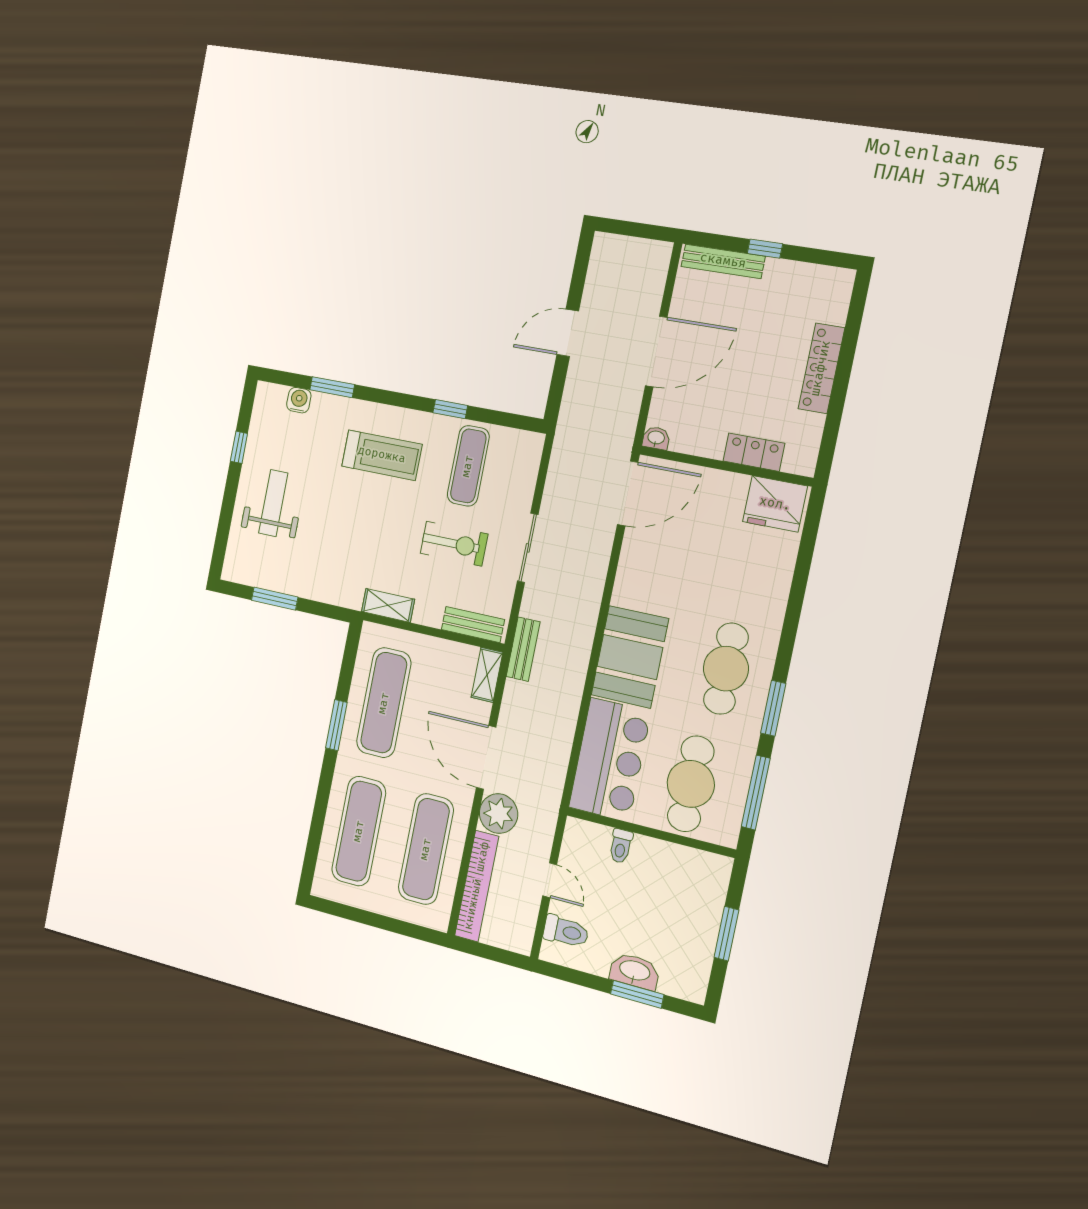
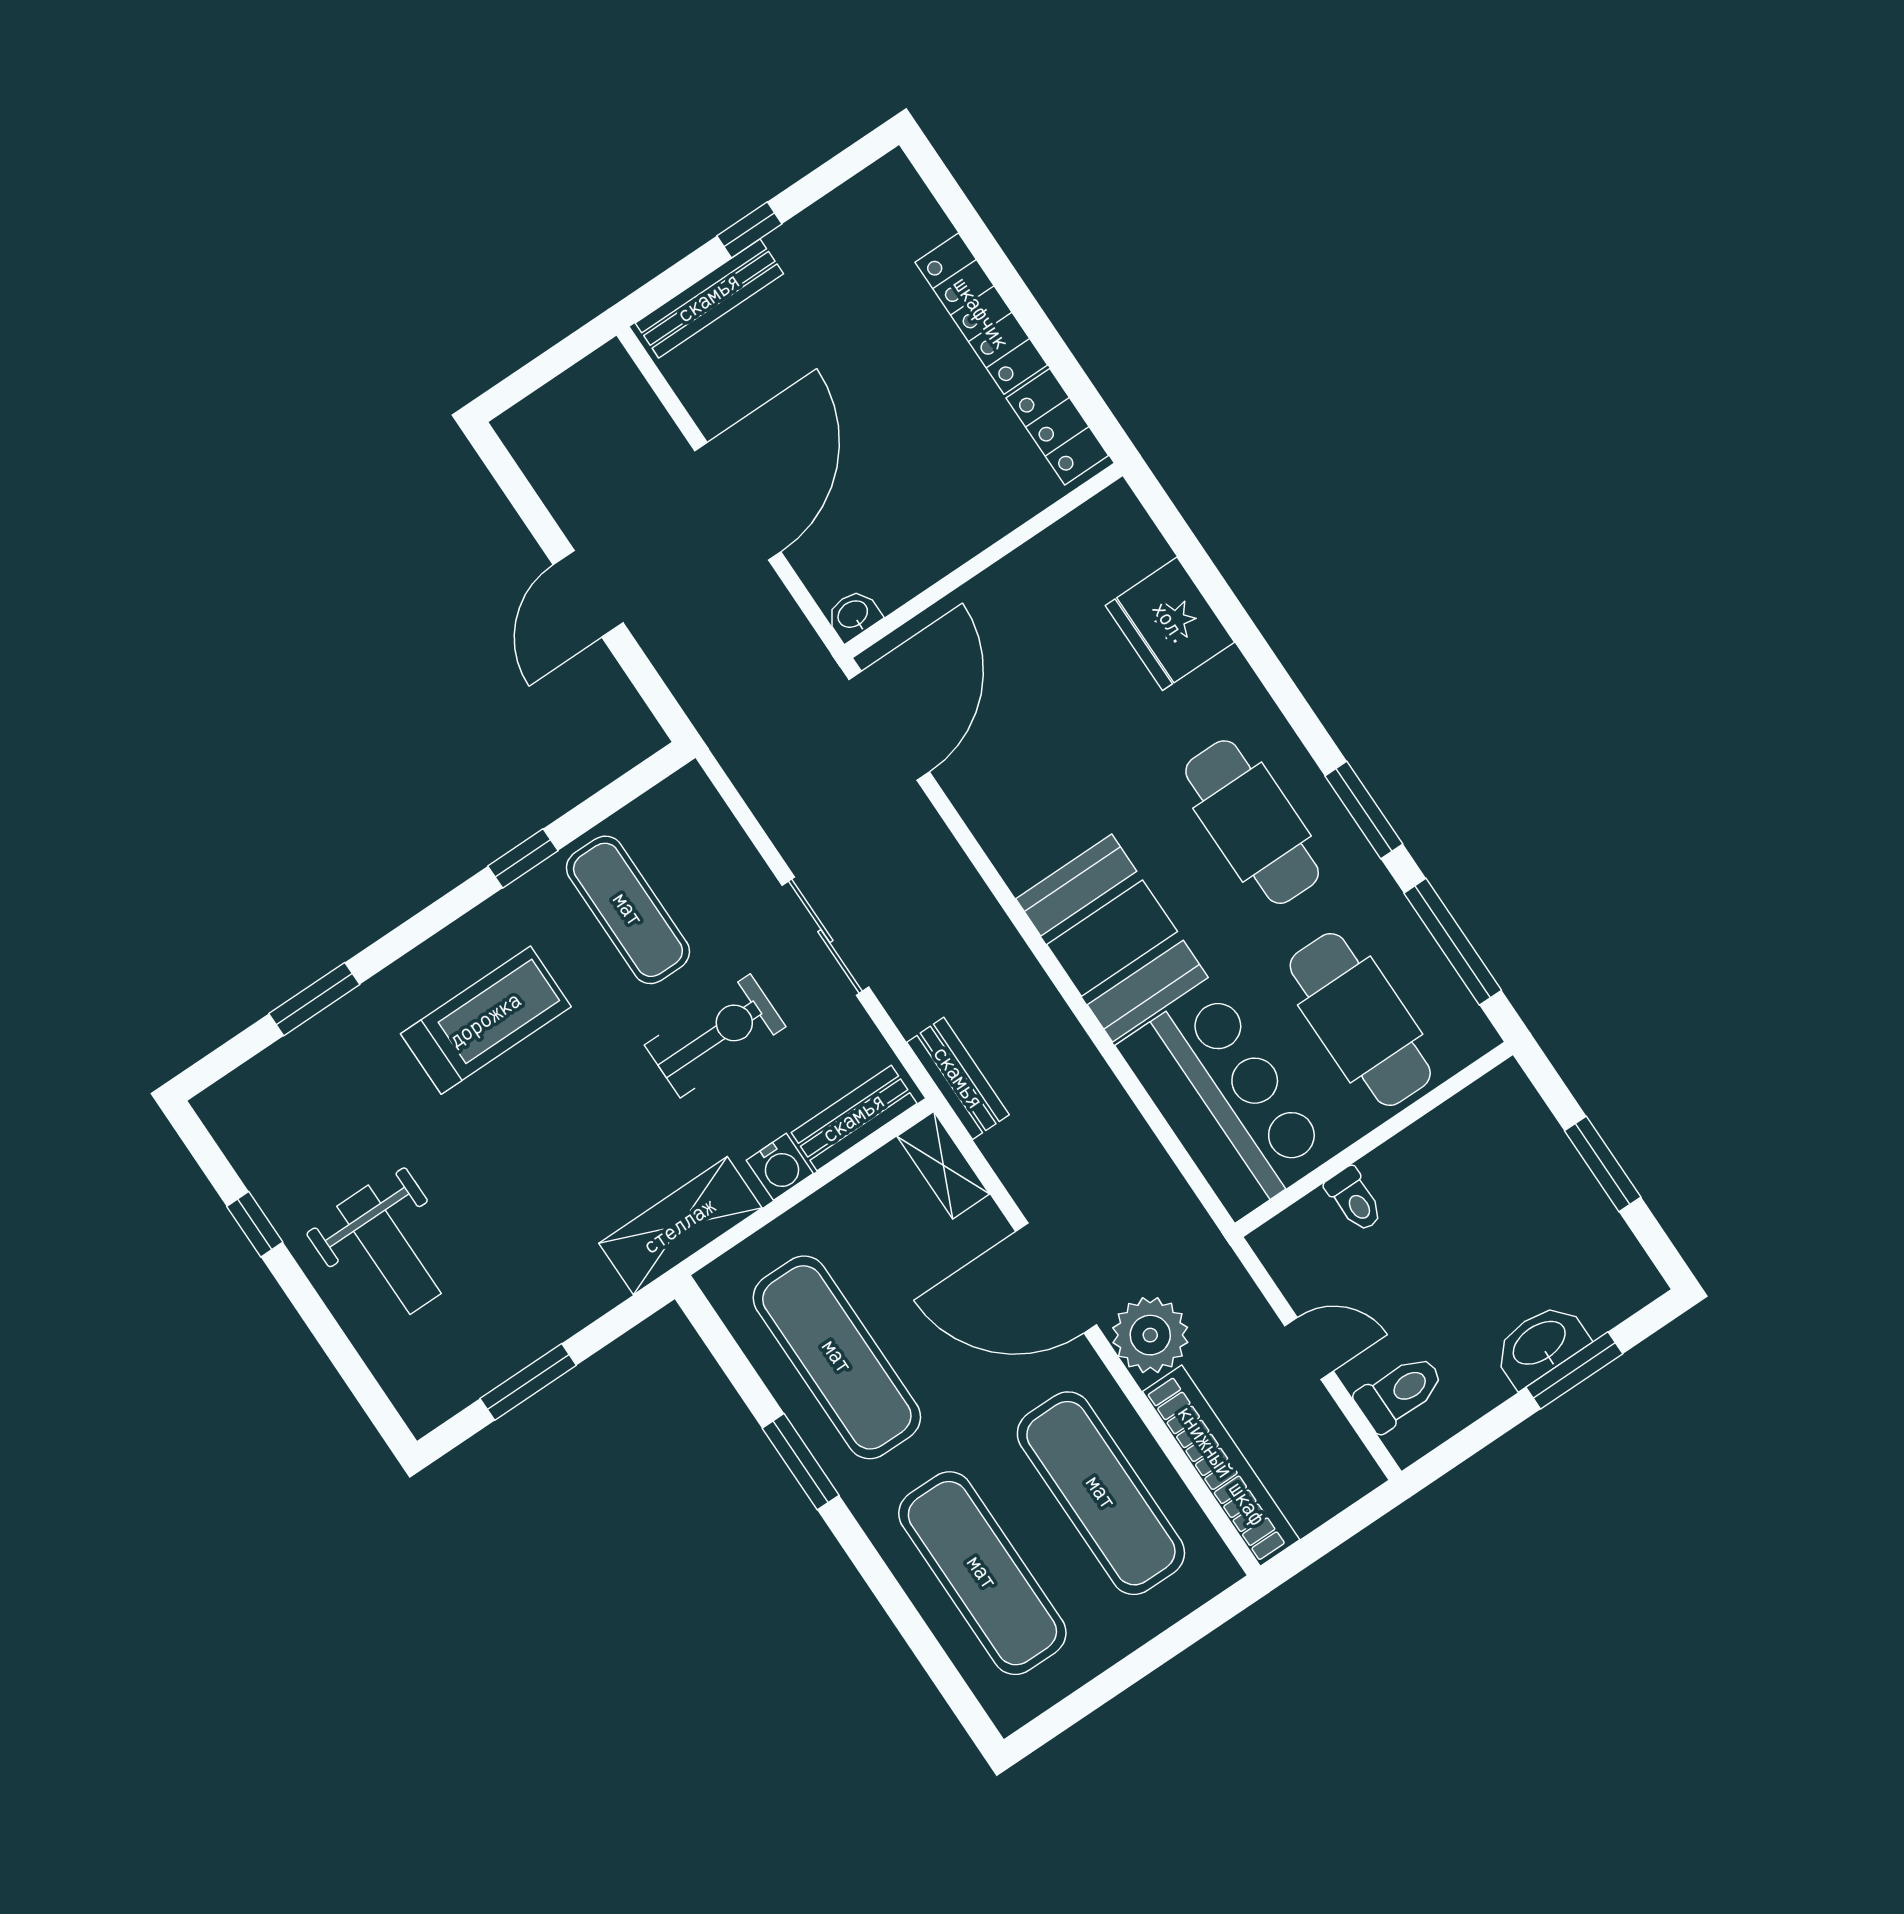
water cooler: (299, 400) -> (780, 1167), moved, turned 180
locker: (754, 452) -> (1057, 427), moved, turned -90
weight bench: (273, 503) -> (389, 1250), turned 180
fridge: (775, 504) -> (1170, 624), moved, turned 90
shelving: (388, 605) -> (680, 1226), width x1.50, depth x1.33

